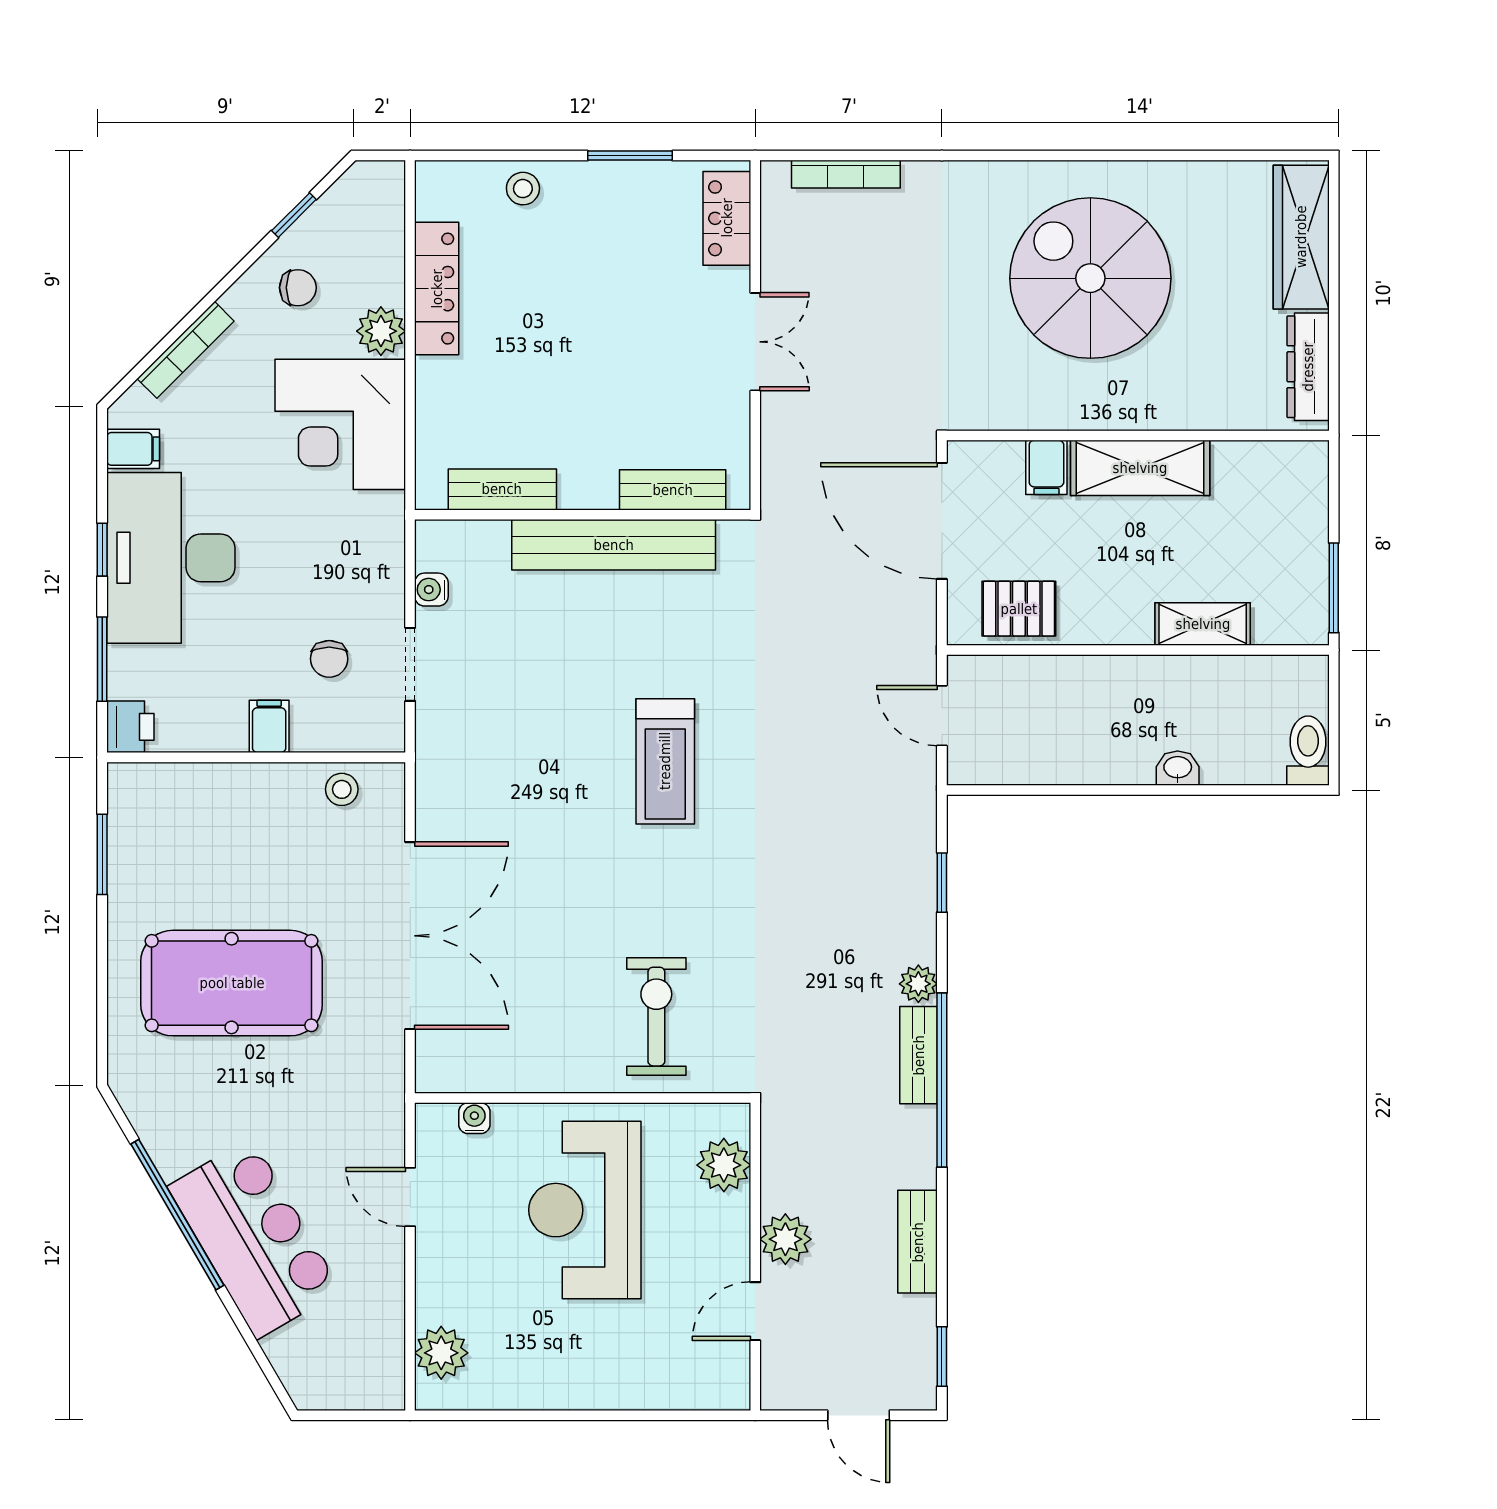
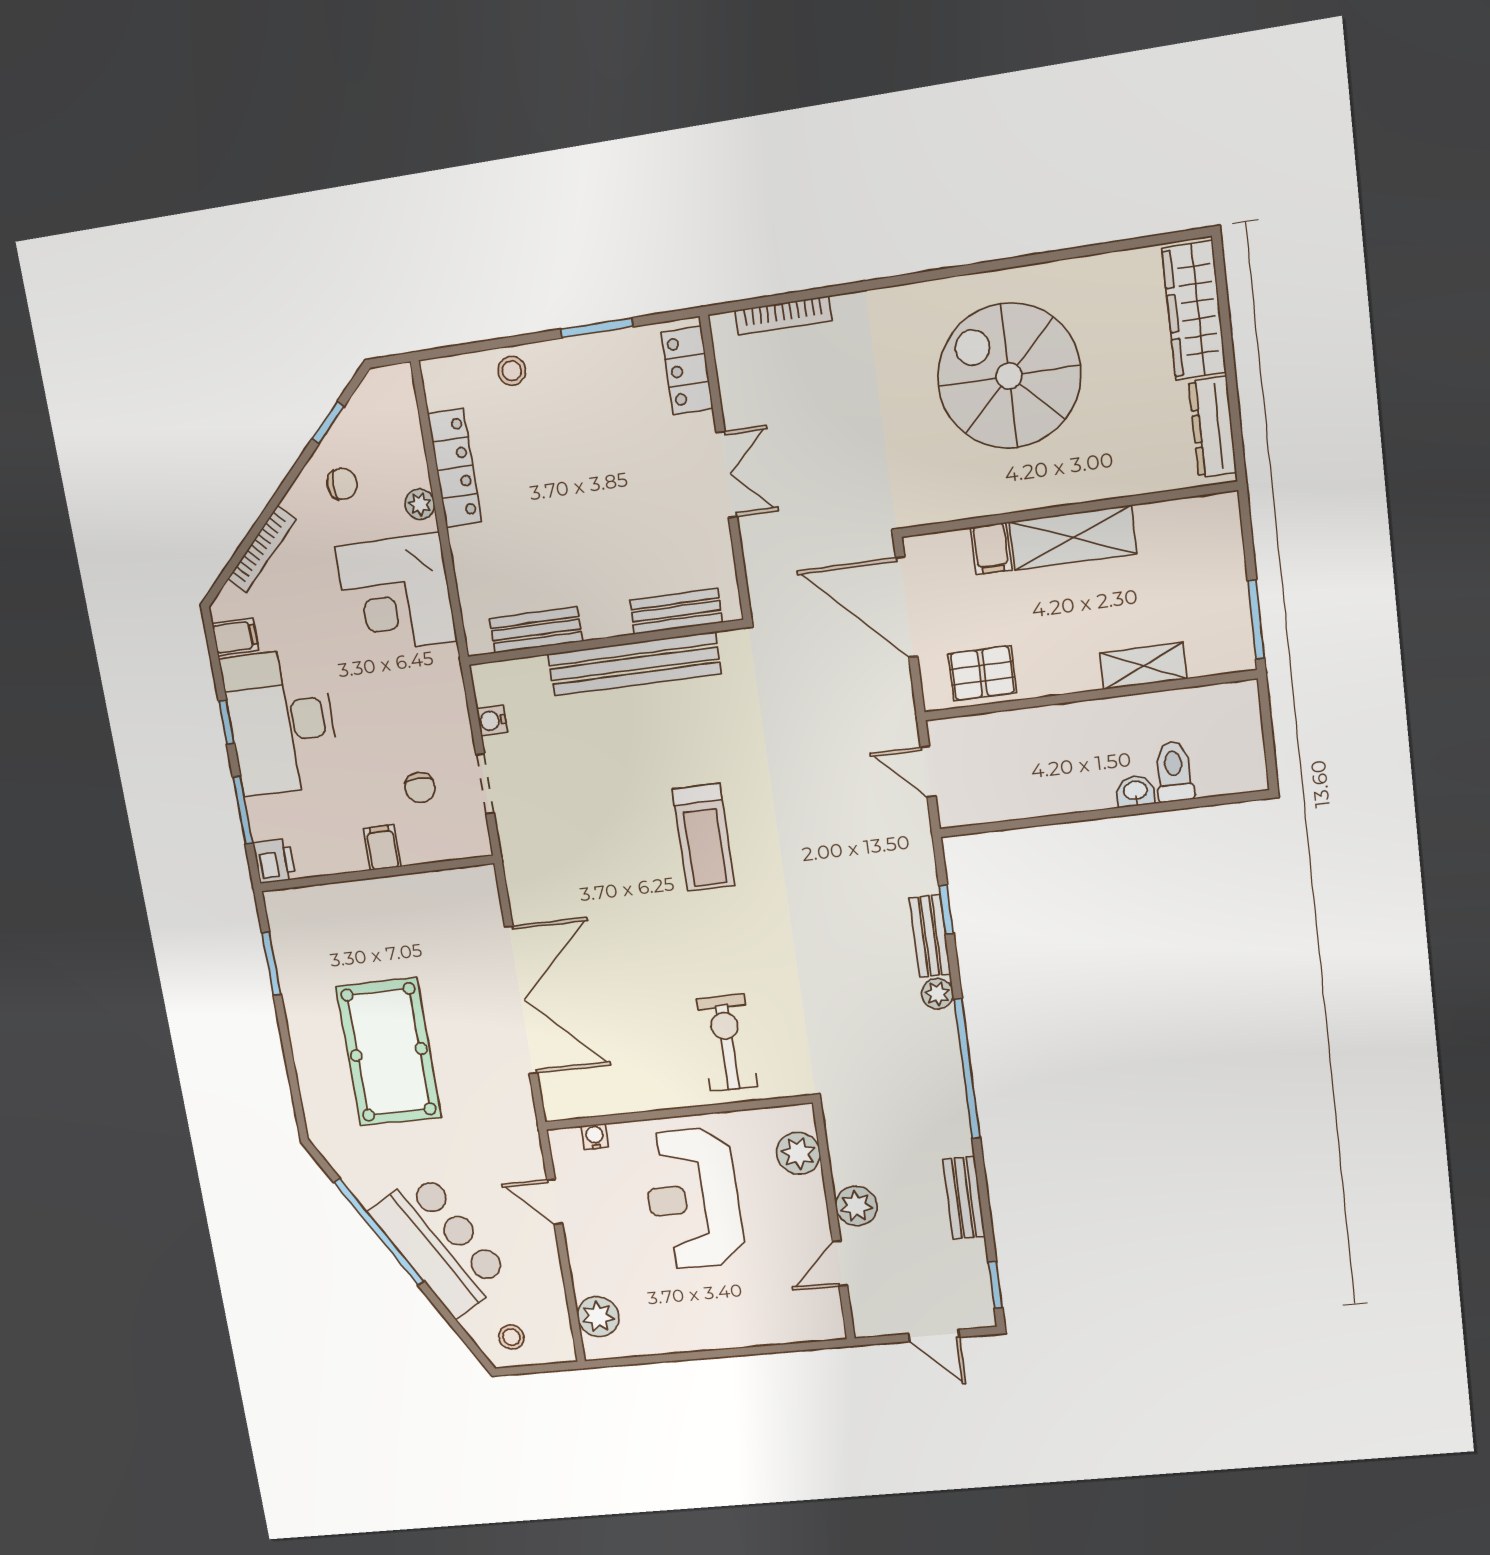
plant: (381, 331) -> (420, 504), width x0.73, depth x0.73
toilet: (1308, 751) -> (1174, 772), moved
stool: (342, 789) -> (511, 1337), moved
pool table: (232, 983) -> (389, 1052), turned 90
bench: (919, 1055) -> (930, 936), moved

